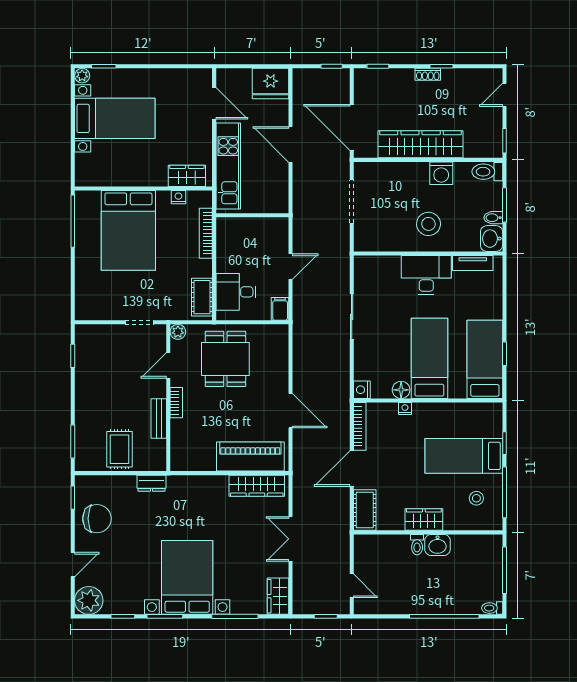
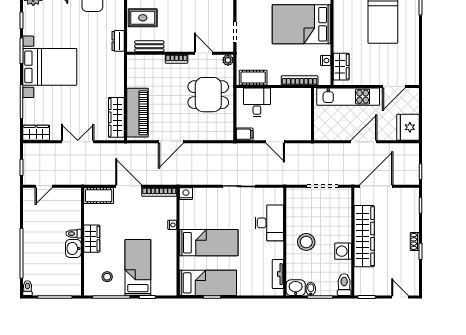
desk: (426, 275) -> (269, 223), moved
floor lamp: (401, 390) -> (186, 222), removed
bench: (159, 419) -> (149, 46), moved

